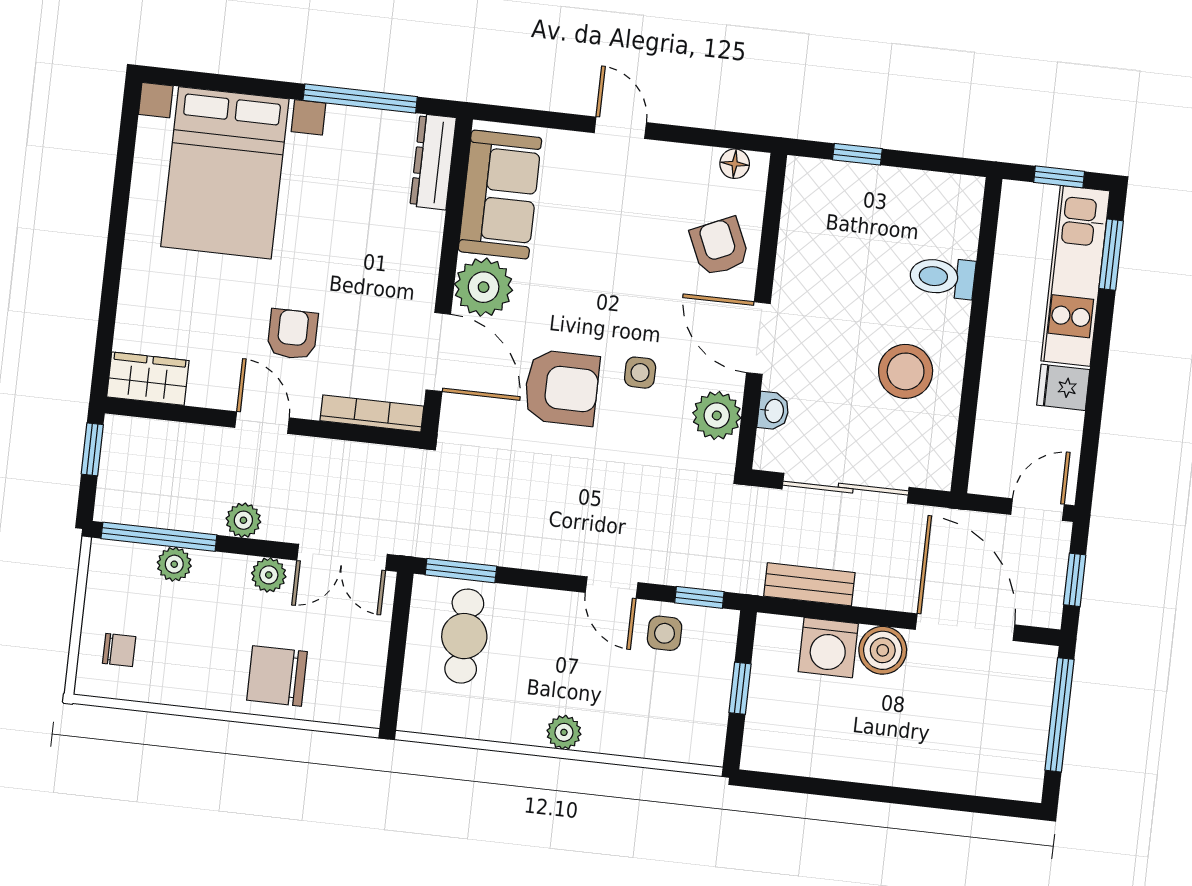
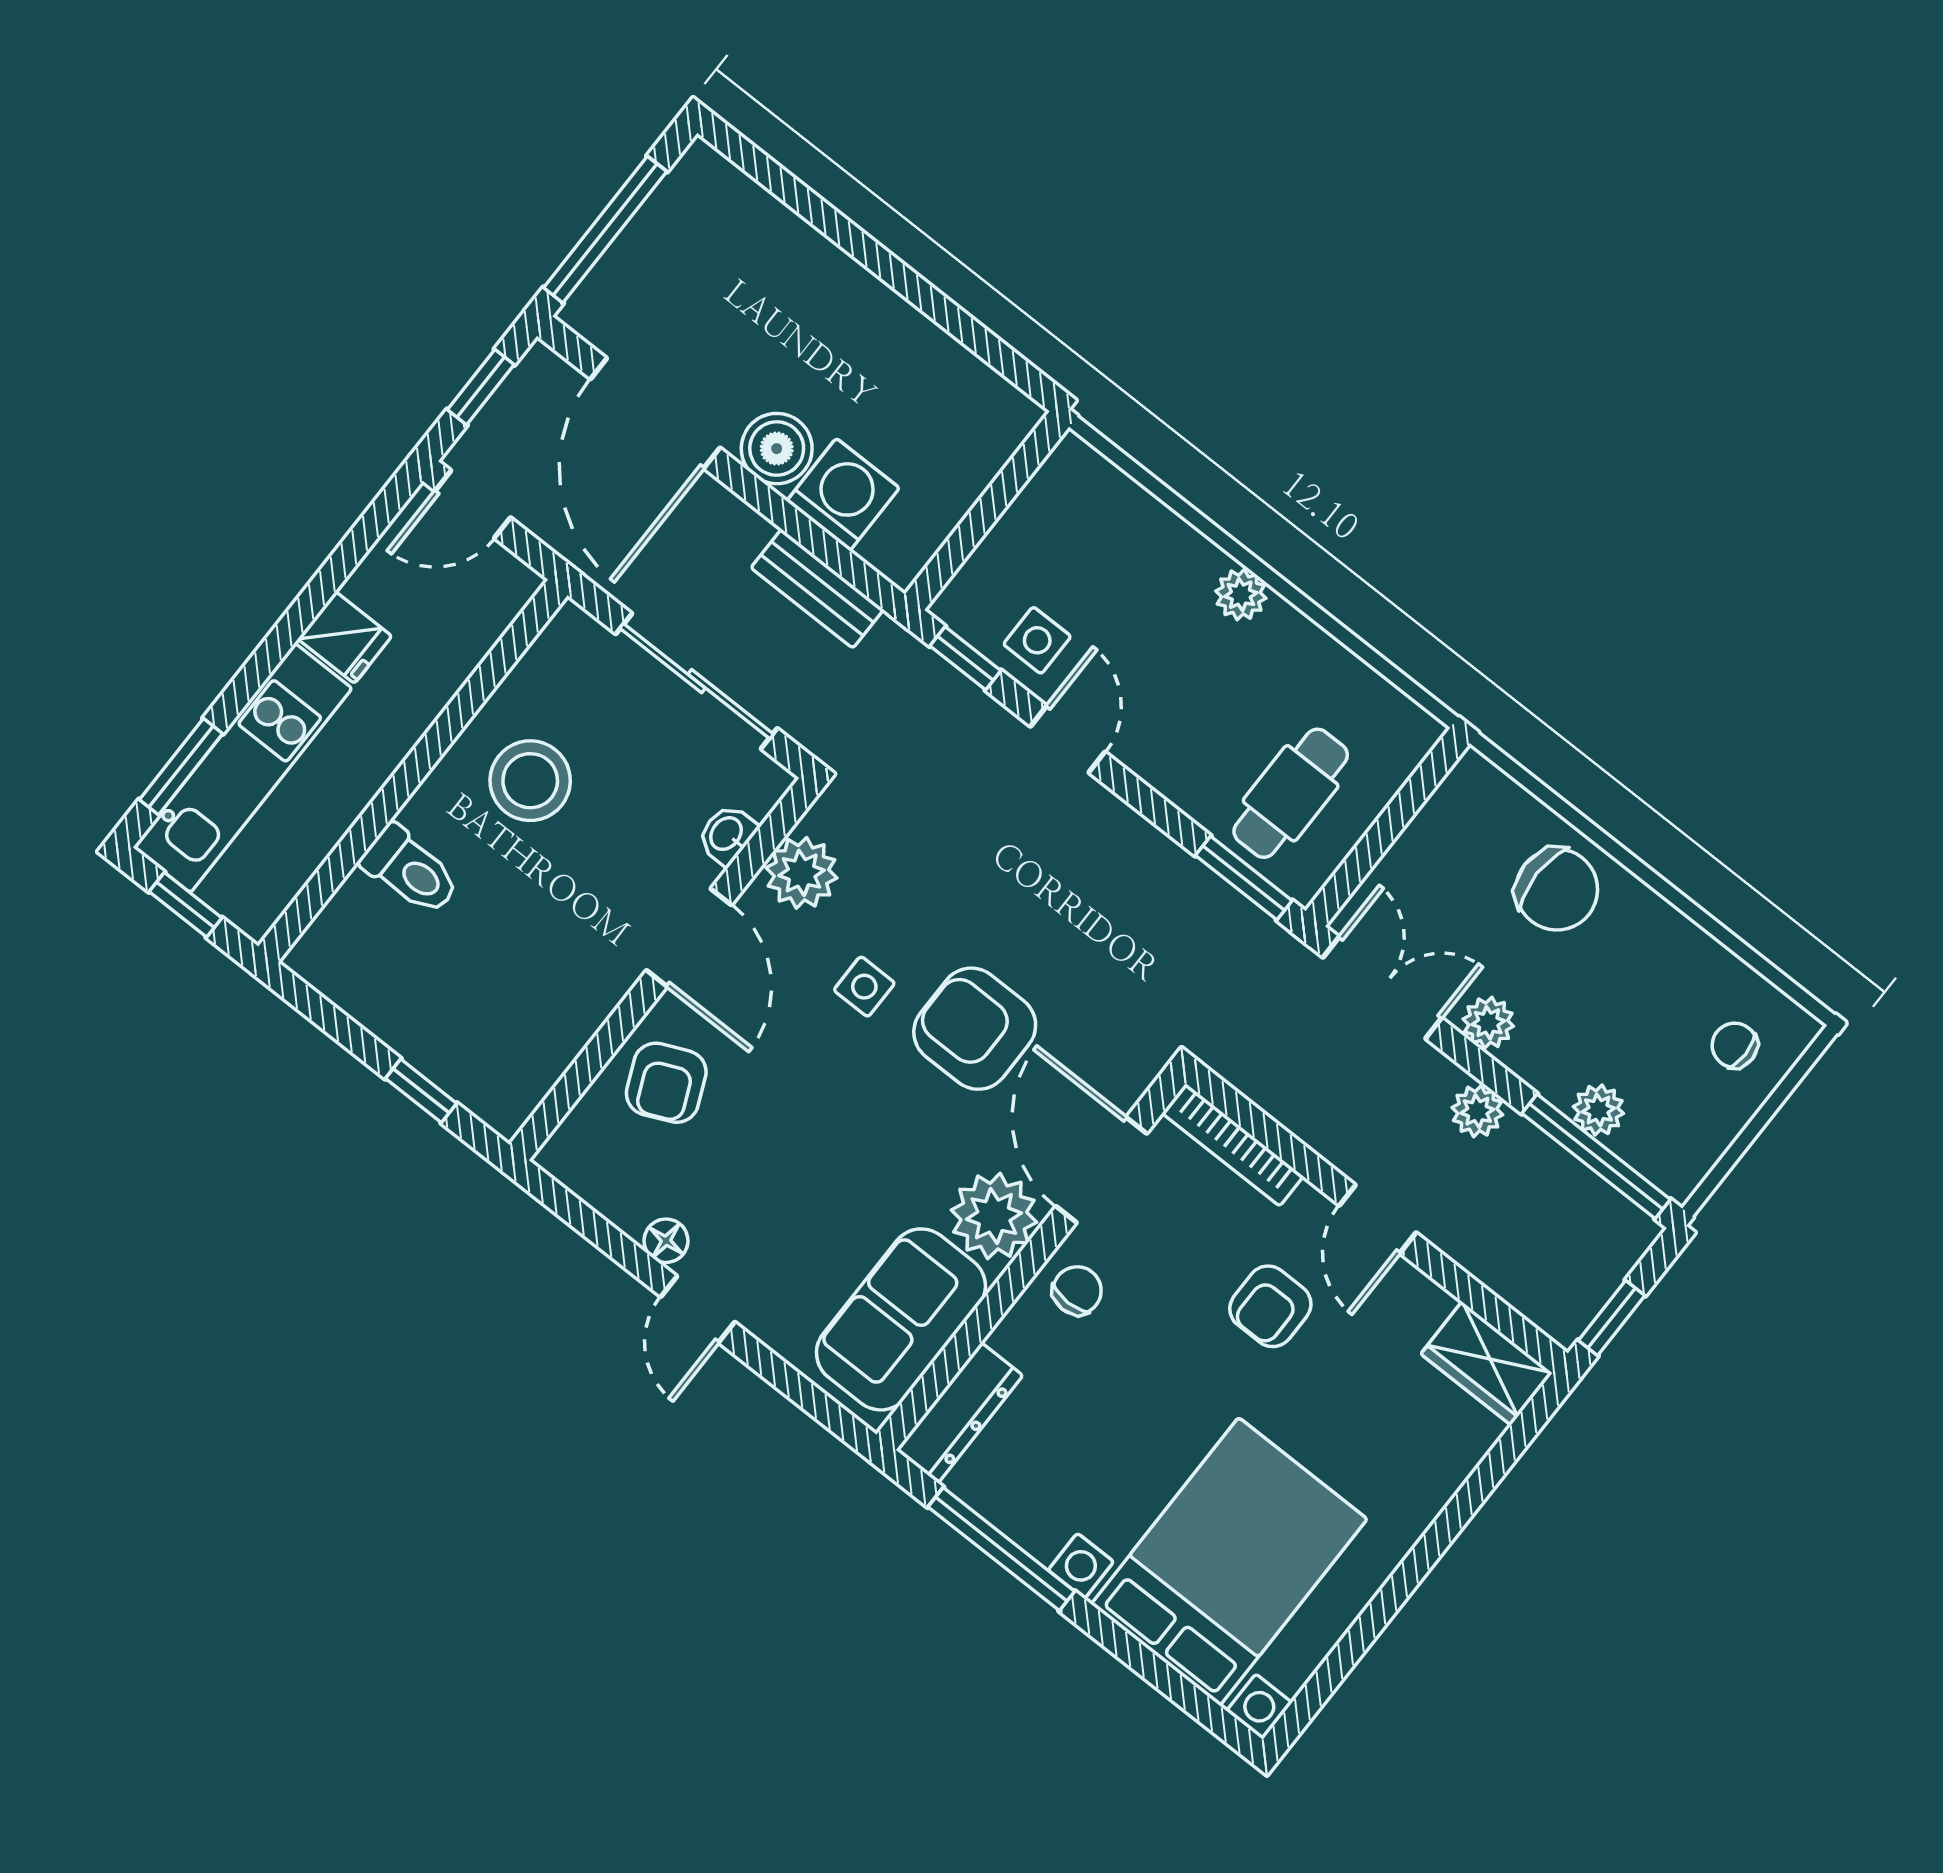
floor lamp: (735, 164) -> (666, 1241), moved
chair: (409, 274) -> (1077, 1291), added
window: (740, 688) -> (985, 512), removed

